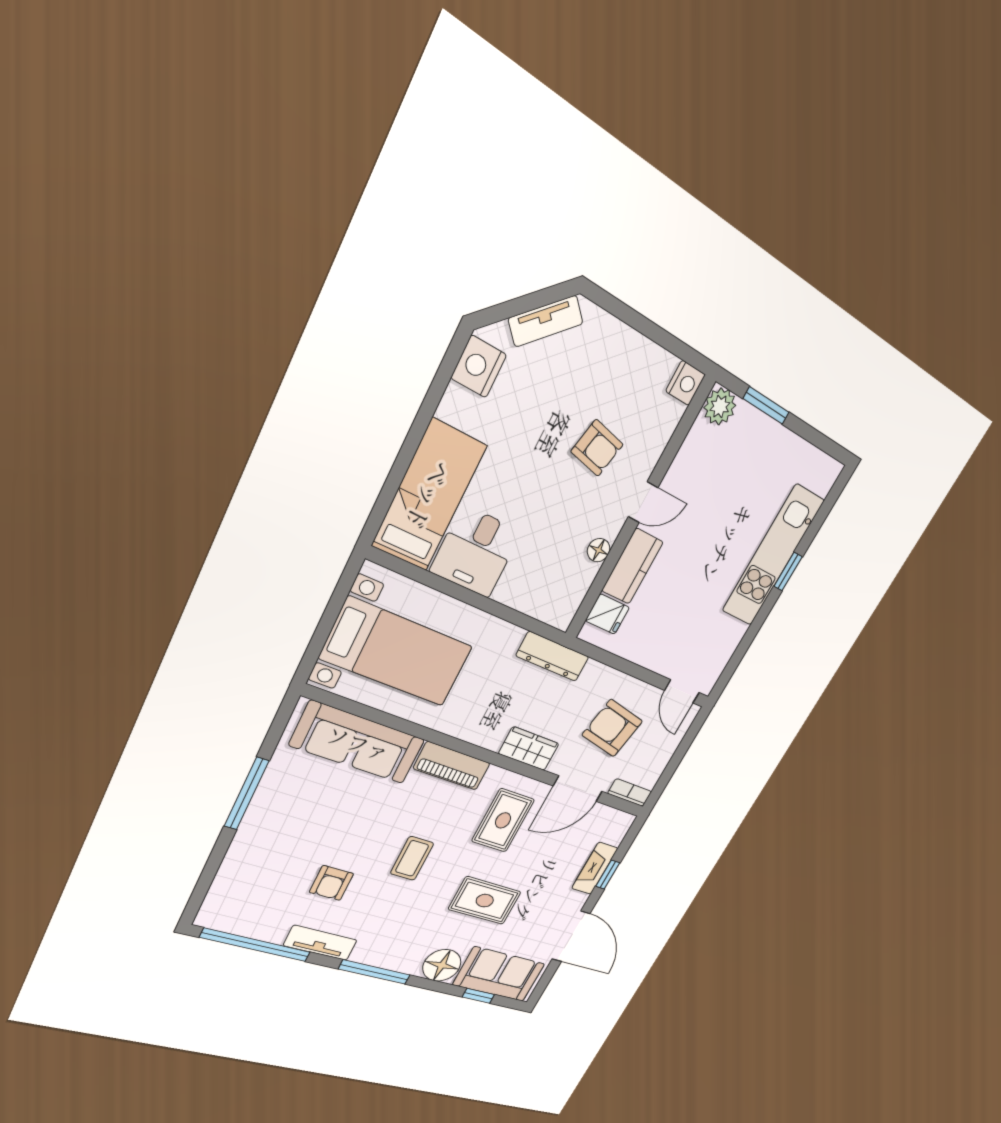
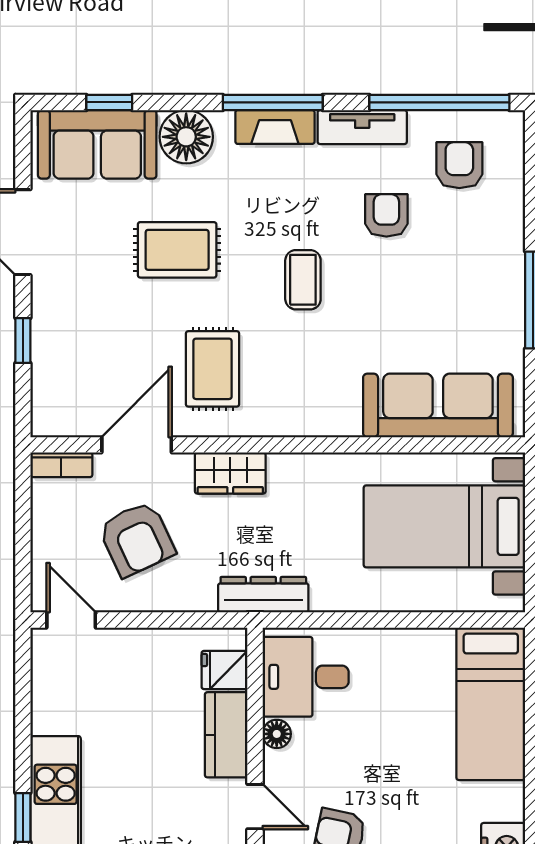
door: (643, 502) -> (255, 807), swing flipped
desk: (476, 552) -> (306, 677), moved, turned -90
armchair: (612, 728) -> (137, 539), turned 54
piano: (452, 766) -> (314, 417), removed
fireplace: (595, 868) -> (275, 127), moved, turned 90
armchair: (260, 901) -> (459, 165), added

